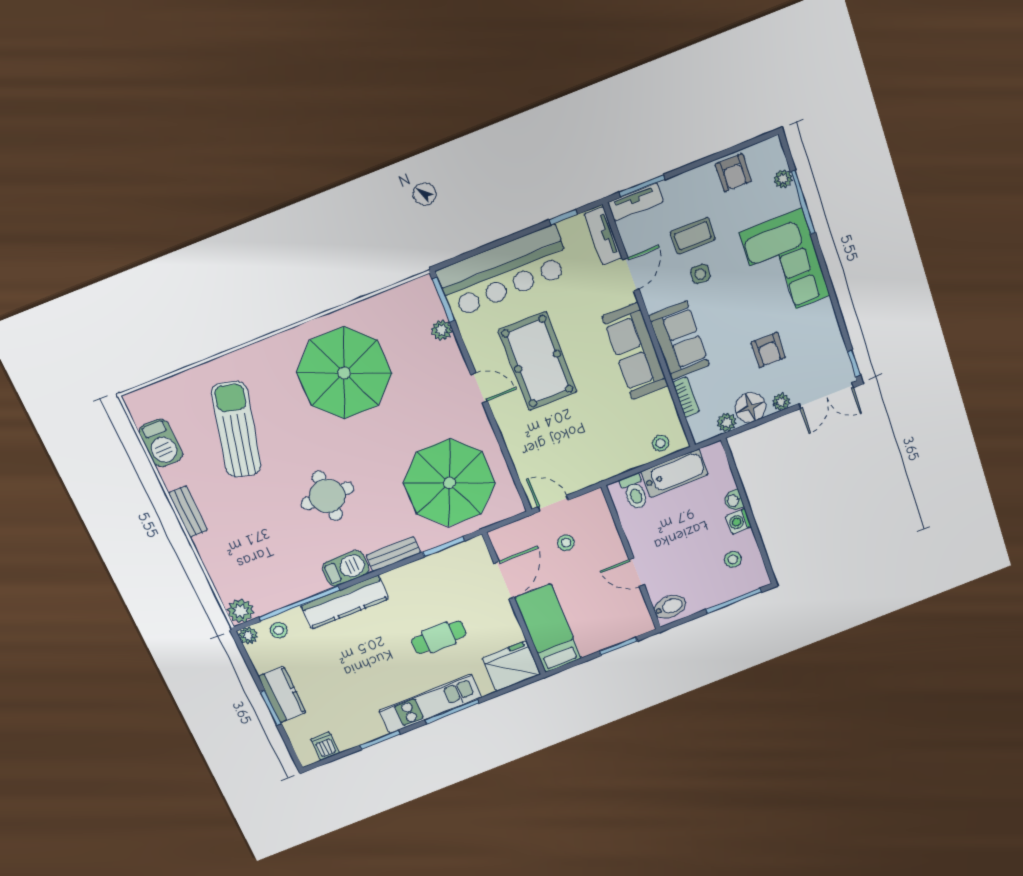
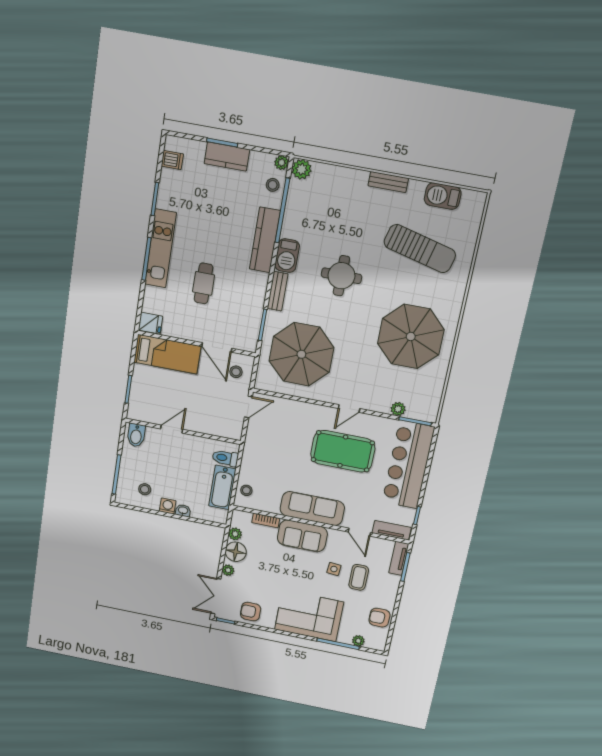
armchair: (768, 350) -> (251, 612), moved
stool: (566, 543) -> (236, 372), moved
fridge: (511, 666) -> (150, 323), width x0.53, depth x0.75

